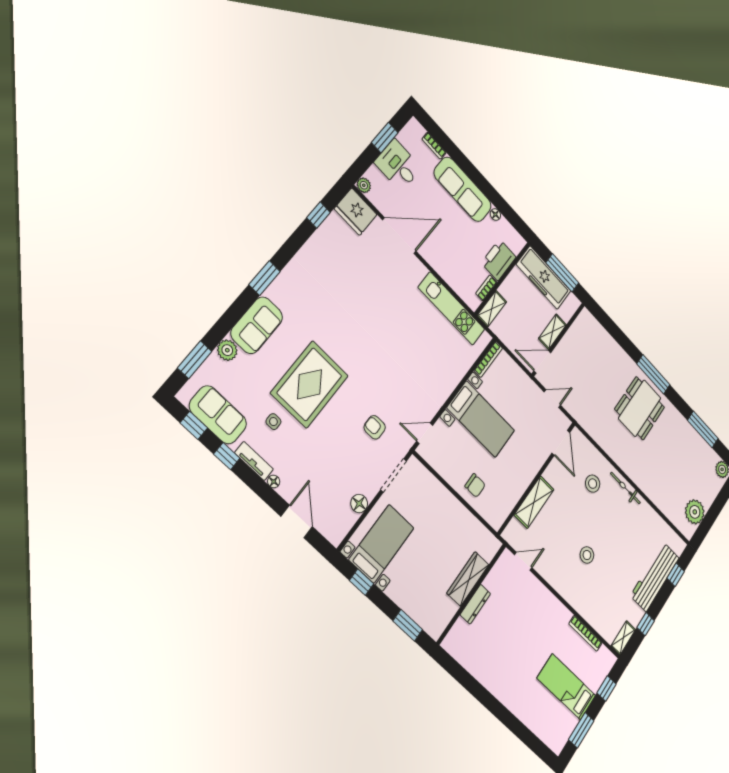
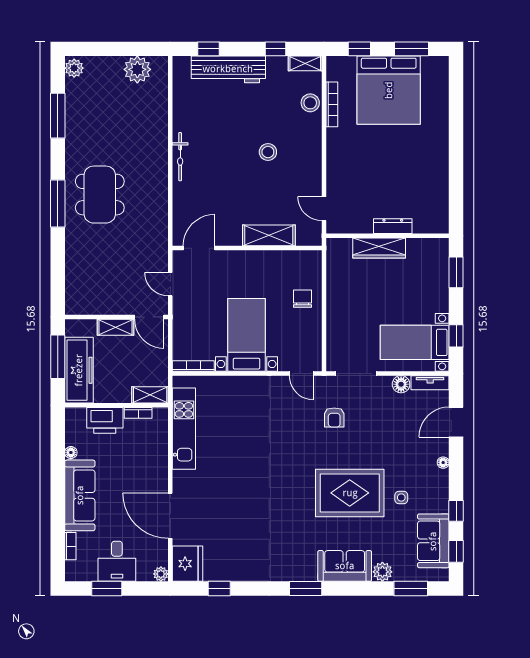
dining table: (640, 408) -> (100, 195), turned 90
tv unit: (254, 461) -> (430, 383), moved, turned -90
stool: (593, 484) -> (310, 103), moved
bed: (566, 687) -> (389, 90), width x2.04

